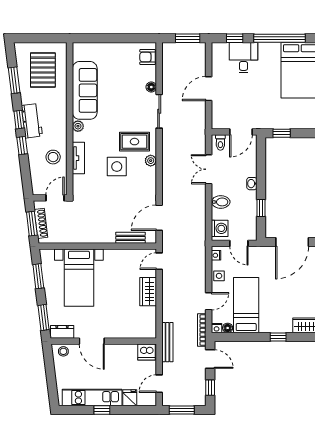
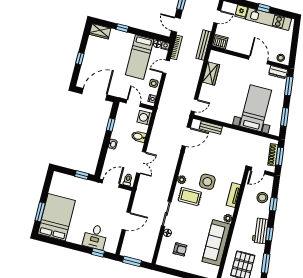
window: (279, 38) -> (65, 244), removed
armchair: (148, 57) -> (180, 249), moved
window: (22, 146) -> (273, 204), moved
stool: (53, 157) -> (262, 198), moved
wardrobe: (148, 292) -> (211, 73), moved

